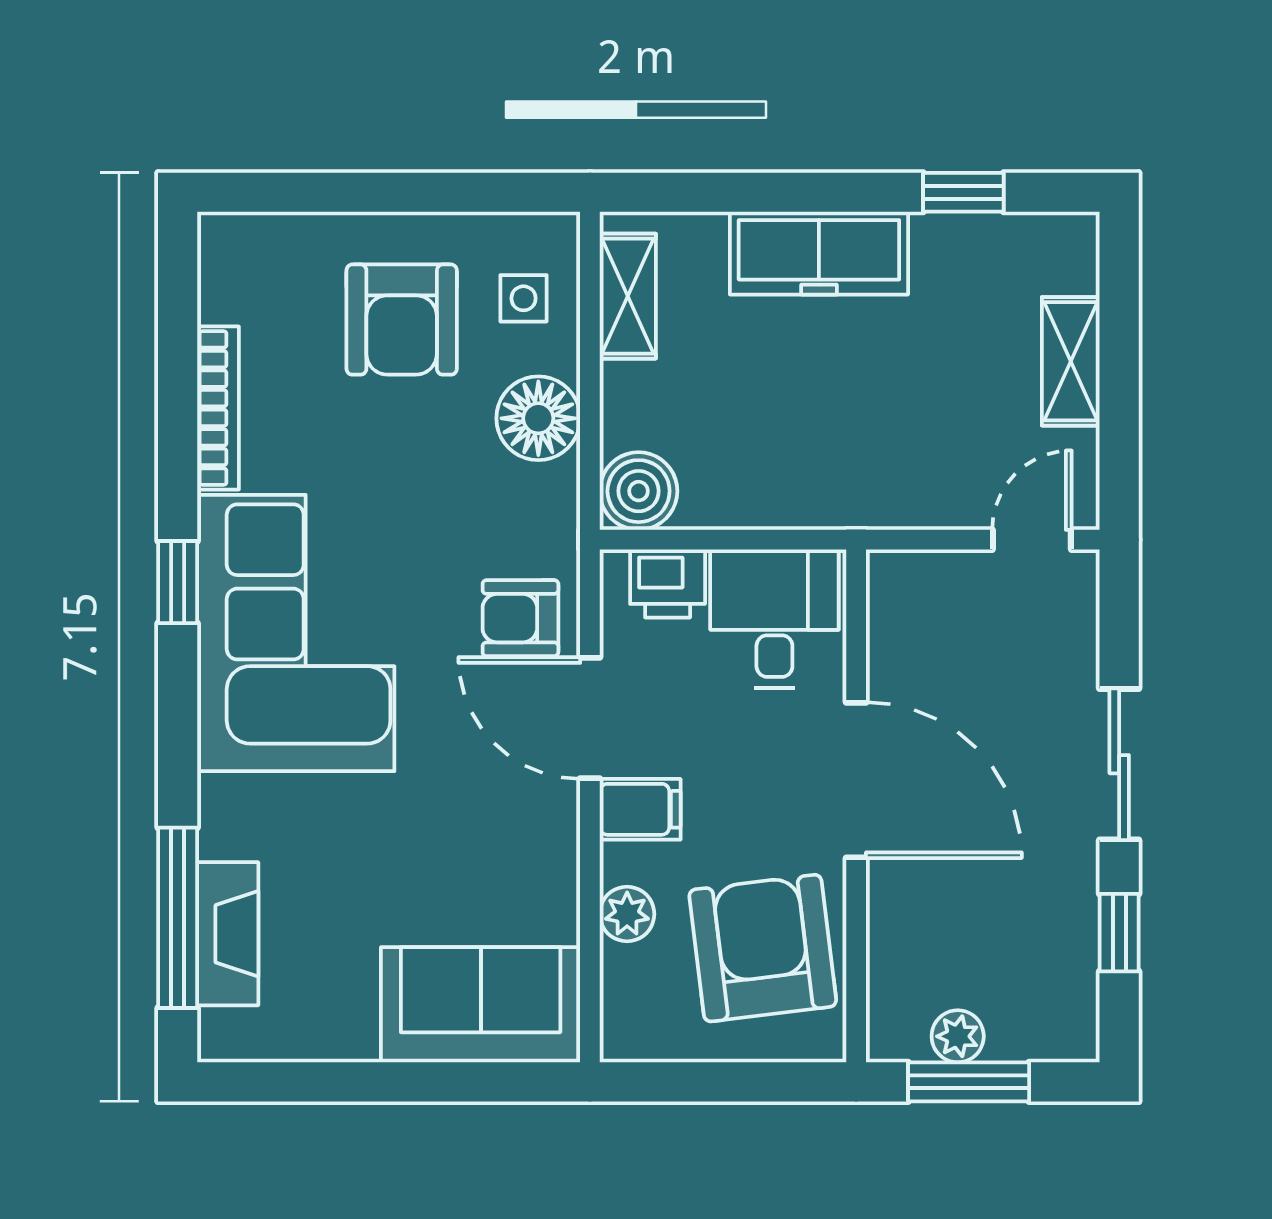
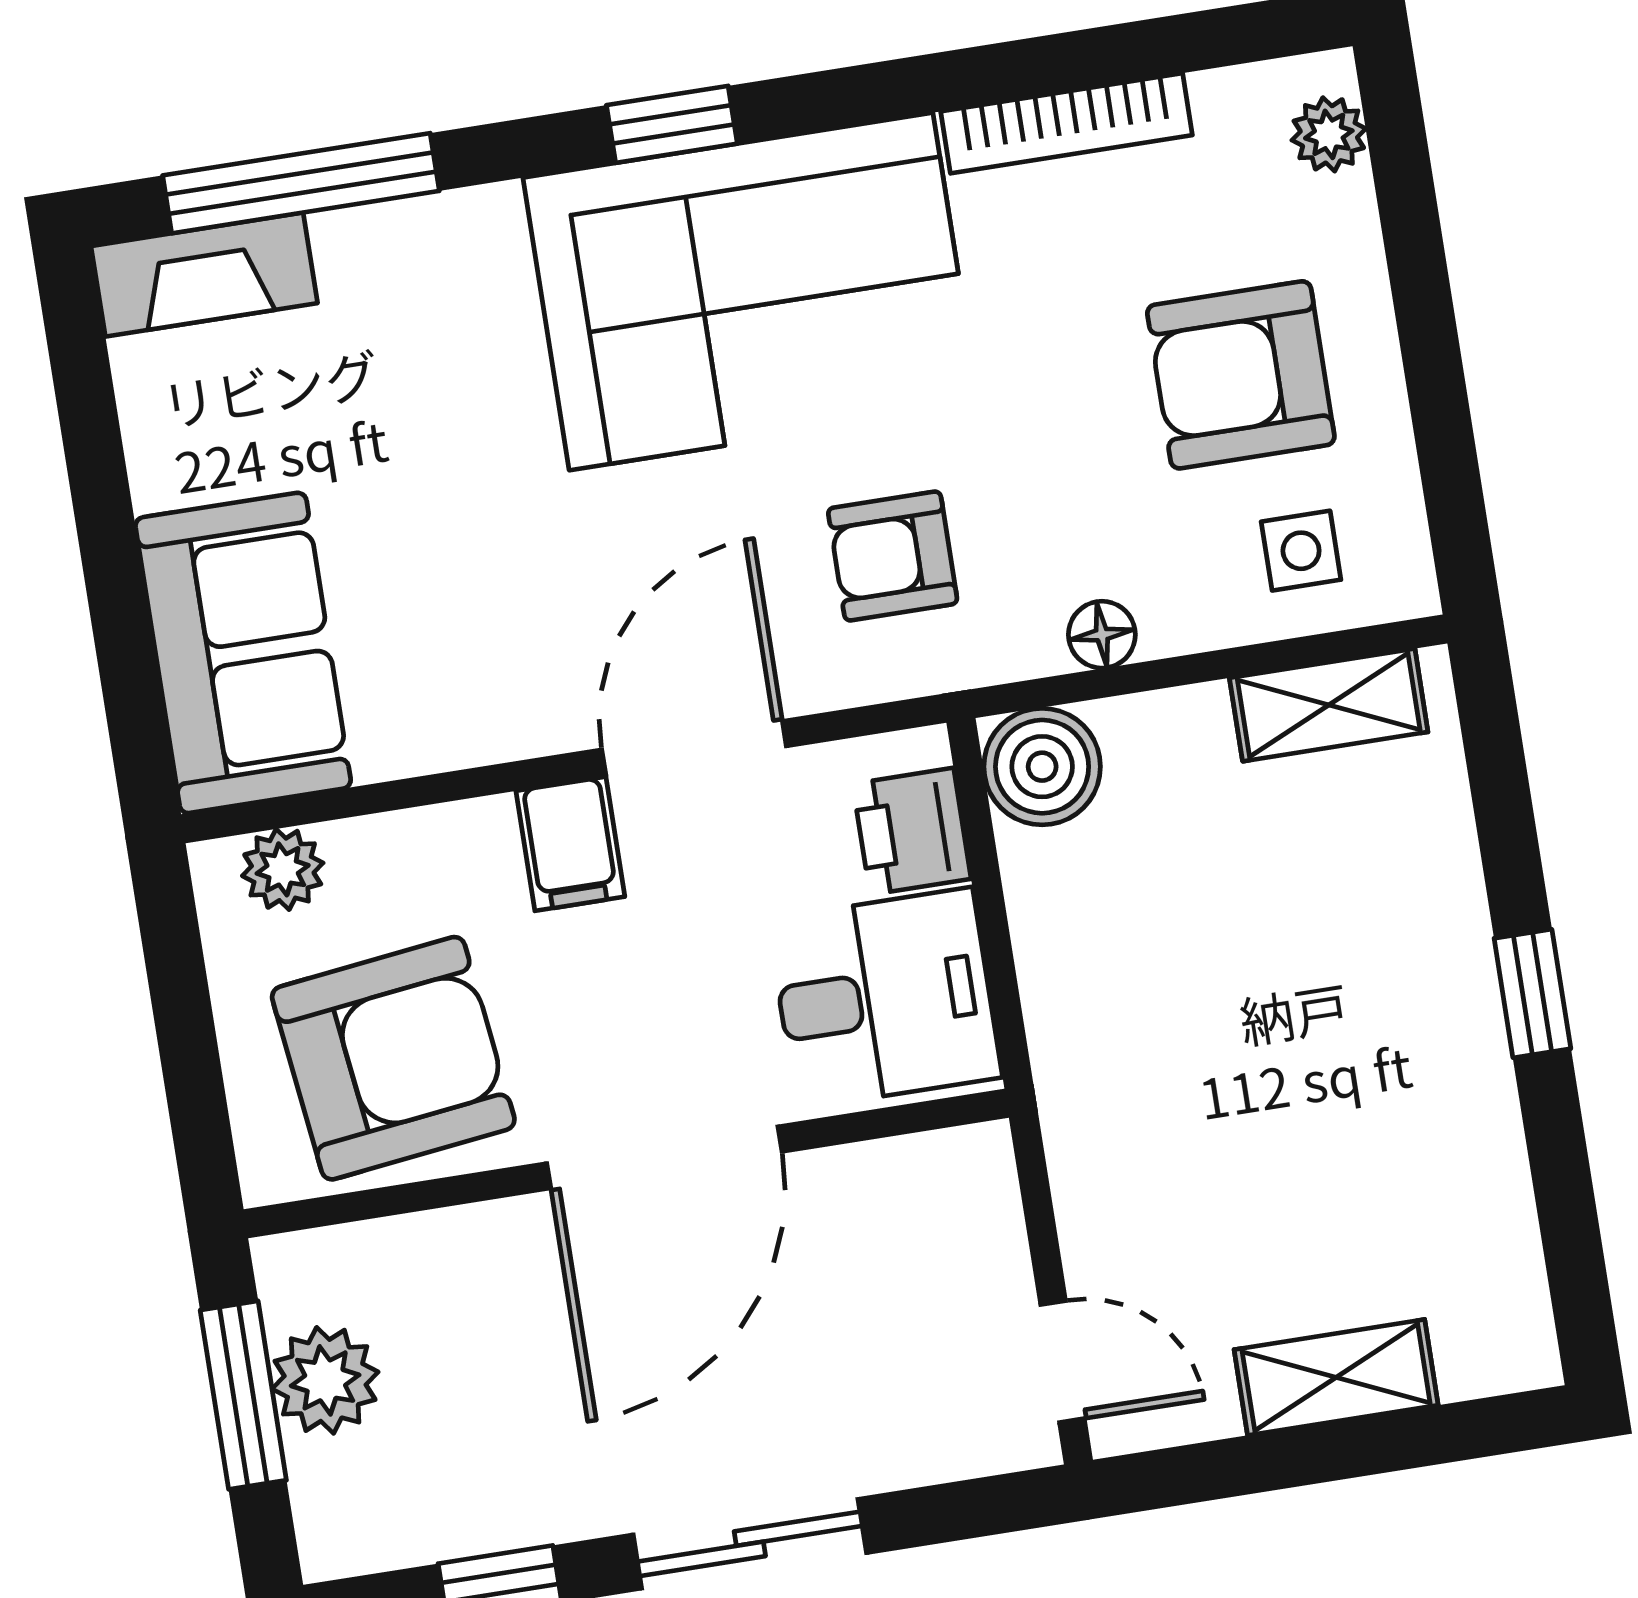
window: (963, 192) -> (1532, 994), moved
plant: (253, 237) -> (1329, 134), added
freezer: (819, 253) -> (1437, 978), removed
floor lamp: (538, 418) -> (1102, 635), width x0.53, depth x0.53
window: (178, 582) -> (672, 124), moved
armchair: (520, 618) -> (893, 556), moved, turned -90
plant: (627, 914) -> (283, 869), moved
fireplace: (228, 934) -> (204, 275), moved
plant: (958, 1036) -> (325, 1380), width x1.38, depth x1.38

